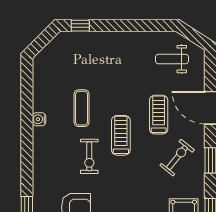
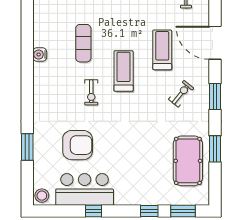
exercise bike: (89, 156) -> (91, 92), width x0.73, depth x0.72
exercise bike: (177, 158) -> (181, 94), width x0.73, depth x0.72

